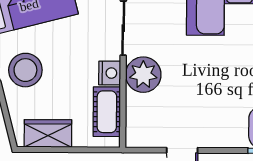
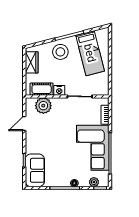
plant: (143, 75) -> (43, 106), moved

